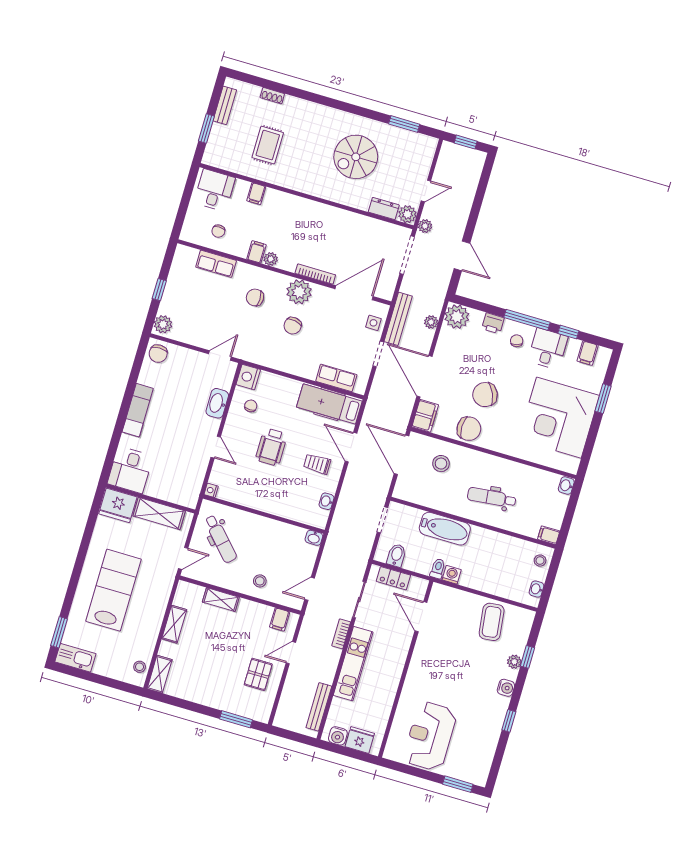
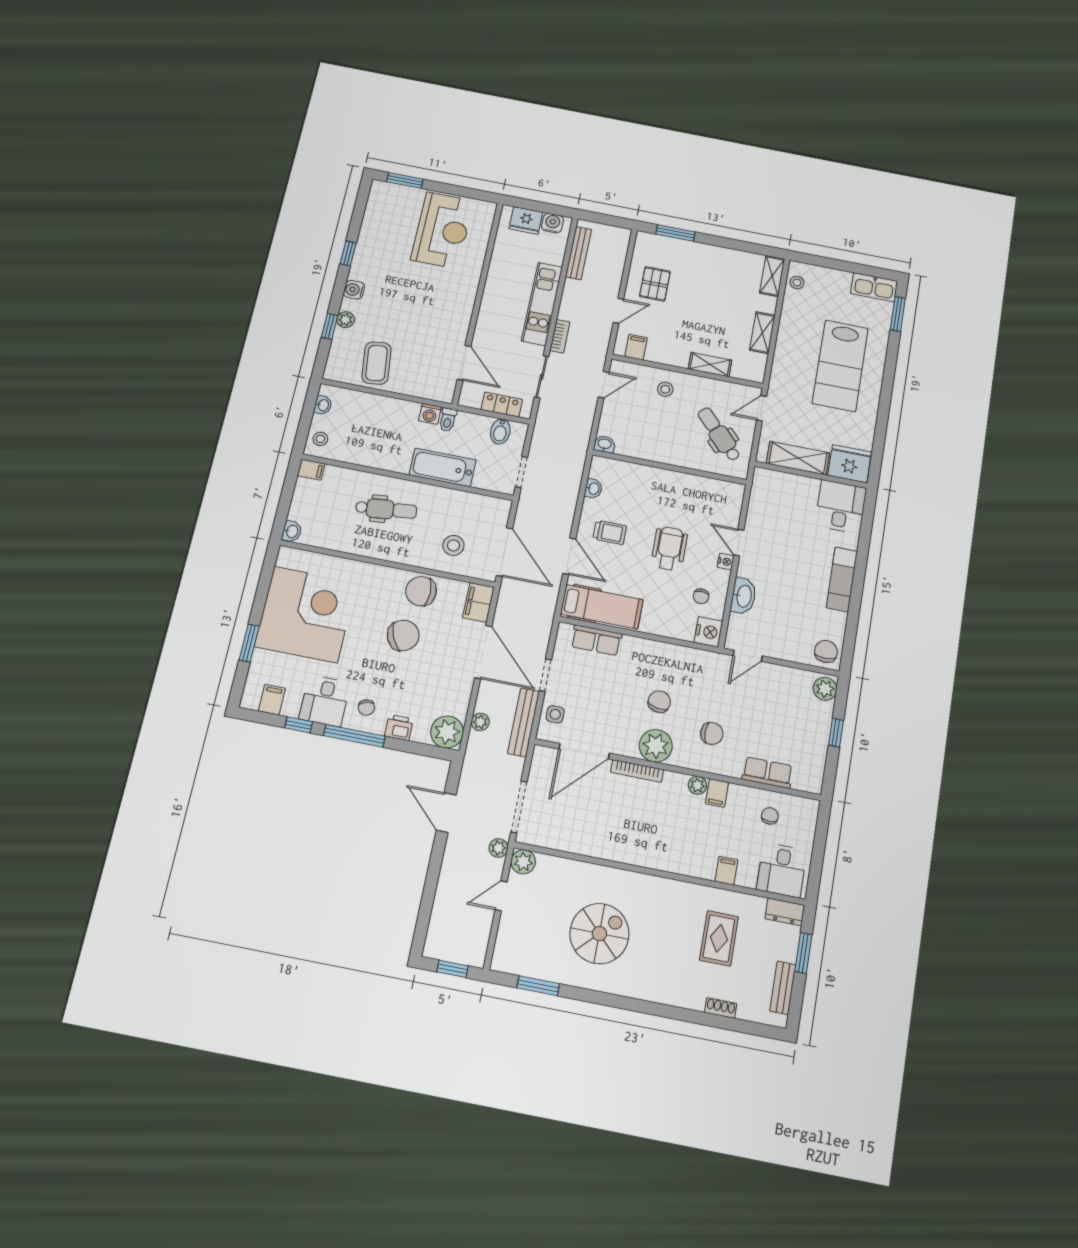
dresser: (384, 209) -> (785, 912), moved
nightstand: (211, 490) -> (726, 562), moved

